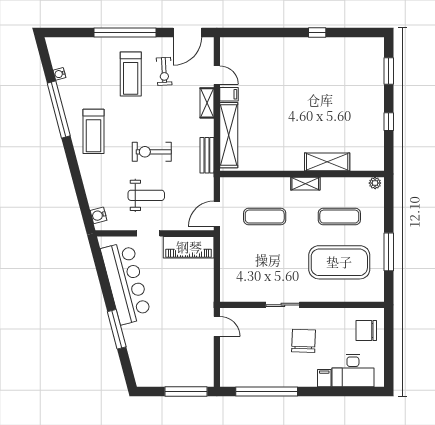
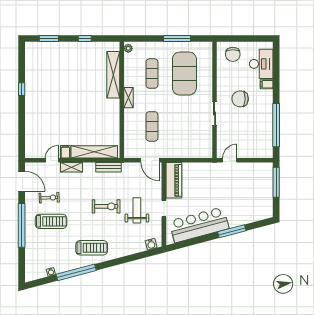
exercise bike: (152, 152) -> (106, 206), turned -90
shelving: (327, 162) -> (113, 75), width x1.47

